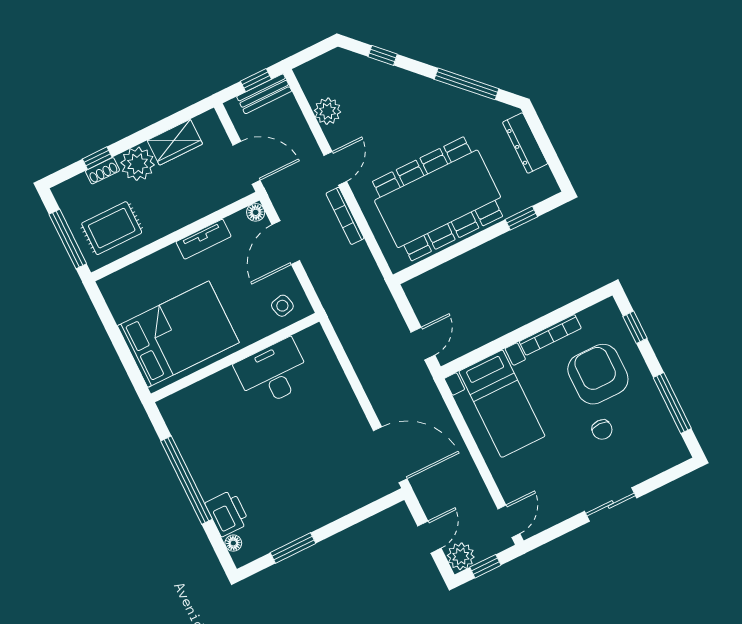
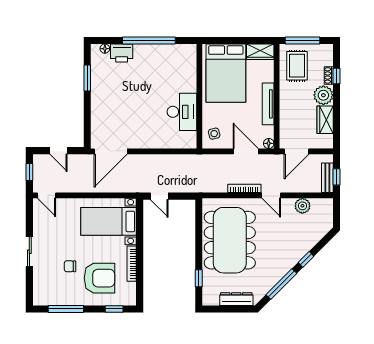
window: (383, 55) -> (306, 259), moved
tv unit: (204, 239) -> (268, 104), width x1.41
wardrobe: (118, 297) -> (260, 52), added
plant: (461, 556) -> (41, 162), removed

